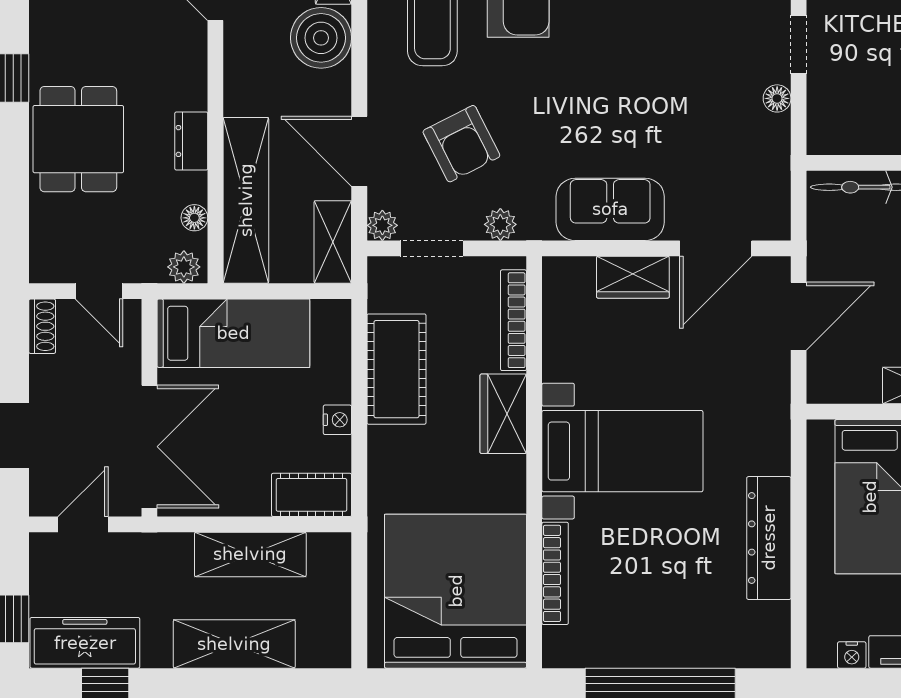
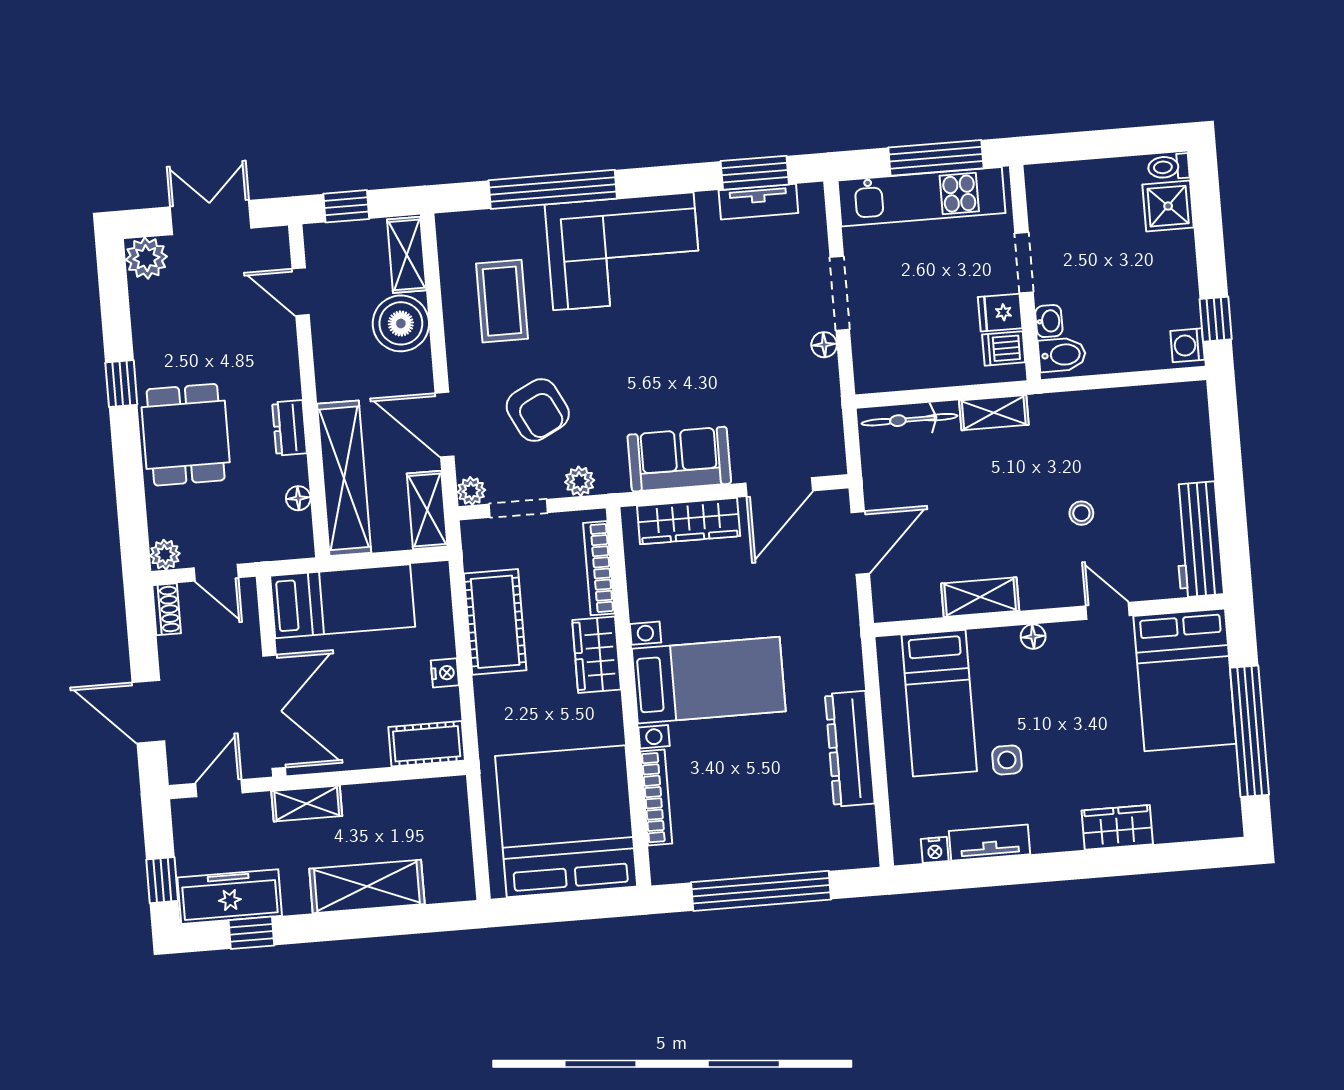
doorway: (799, 44) -> (840, 293), width x1.38
plant: (184, 267) -> (165, 555), moved
wardrobe: (633, 277) -> (689, 521), width x1.50
shelving: (250, 554) -> (307, 804), moved, width x0.67, depth x0.75

